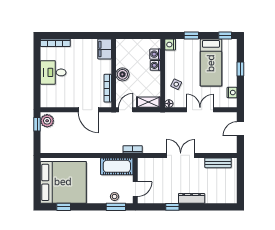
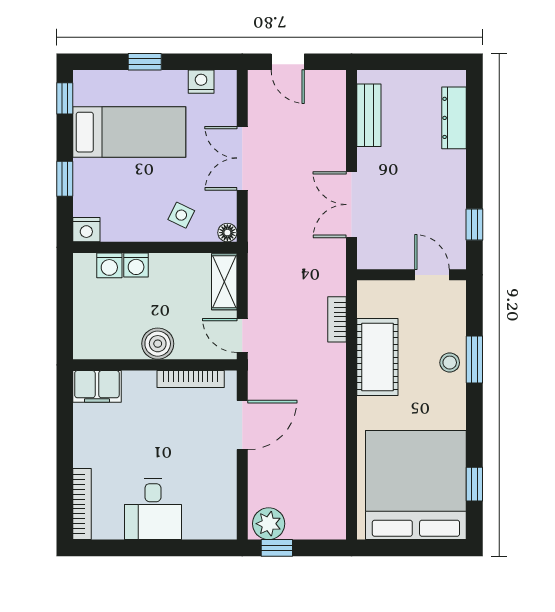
wall: (135, 181) -> (412, 275), moved
door: (135, 189) -> (432, 275), moved
dresser: (192, 198) -> (454, 118), moved

